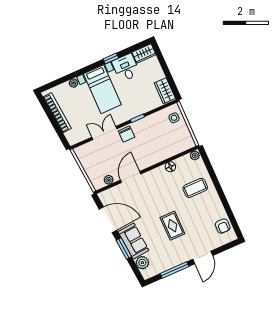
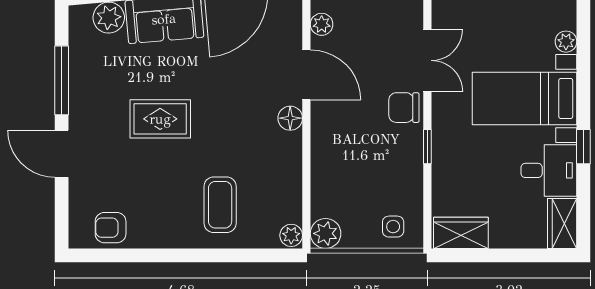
plant: (188, 143) -> (326, 233), added
floor lamp: (170, 167) -> (290, 118), moved

